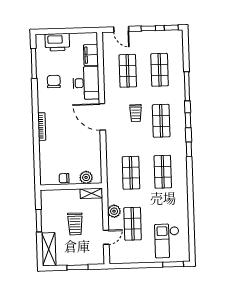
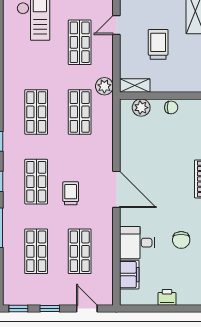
printer: (57, 42) -> (167, 297), width x0.53, depth x0.68
desk: (86, 83) -> (137, 243), width x0.73
plant: (114, 211) -> (104, 86), moved

